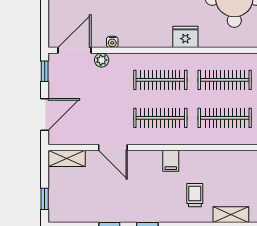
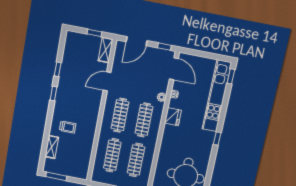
fridge: (185, 37) -> (173, 117), moved
plant: (102, 60) -> (162, 97), moved
door: (45, 114) -> (137, 41), hinge flipped
filing cabinet: (171, 161) -> (92, 116), removed
window: (45, 199) -> (94, 33), moved

